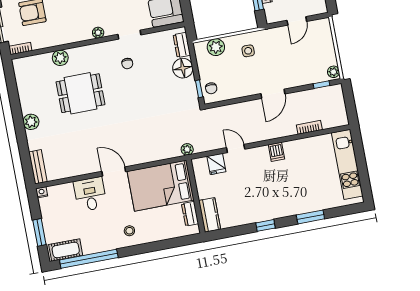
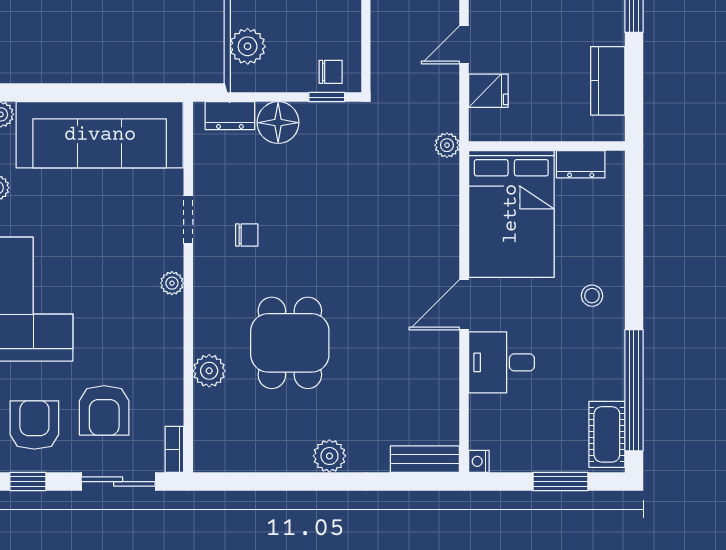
kitchen counter: (210, 215) -> (608, 81), moved, turned -90

